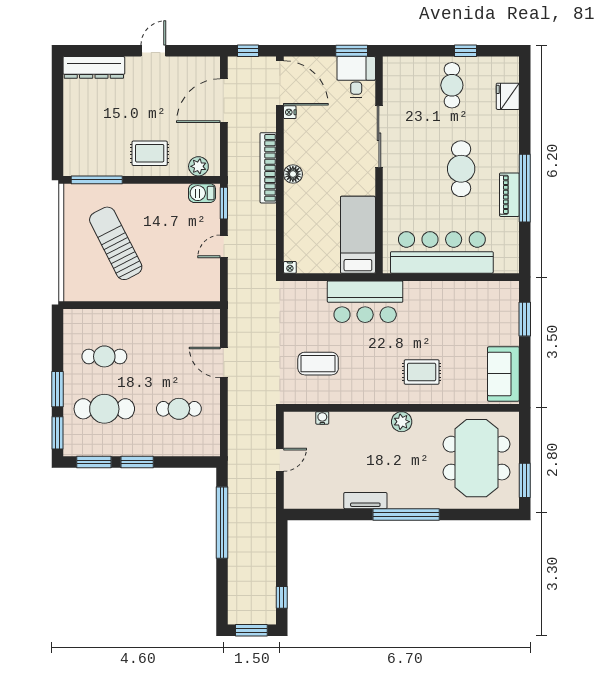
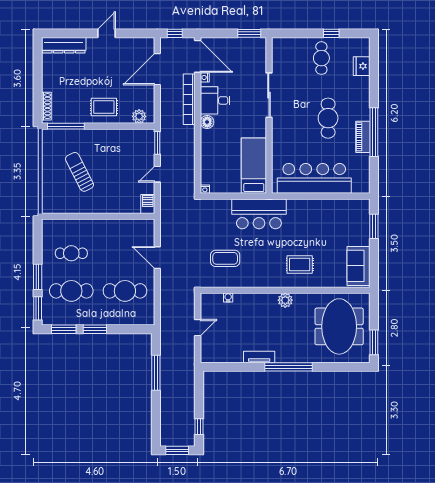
desk: (356, 77) -> (215, 100), moved, turned -90
shoe rack: (70, 152) -> (46, 106), added
bookcase: (268, 168) -> (189, 99), moved
barbecue: (202, 193) -> (148, 204), moved, turned 90
sun lounger: (116, 243) -> (79, 172), width x0.73, depth x0.75
cafe table: (179, 409) -> (125, 291), width x1.37, depth x1.35
window: (222, 523) -> (156, 373), width x0.68

